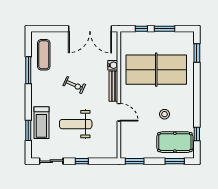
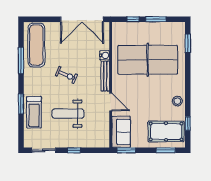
exercise mat: (44, 55) -> (36, 45), width x1.36, depth x1.45
stool: (165, 114) -> (177, 101), moved
window: (28, 130) -> (21, 104), moved
sofa: (129, 143) -> (121, 132), added

